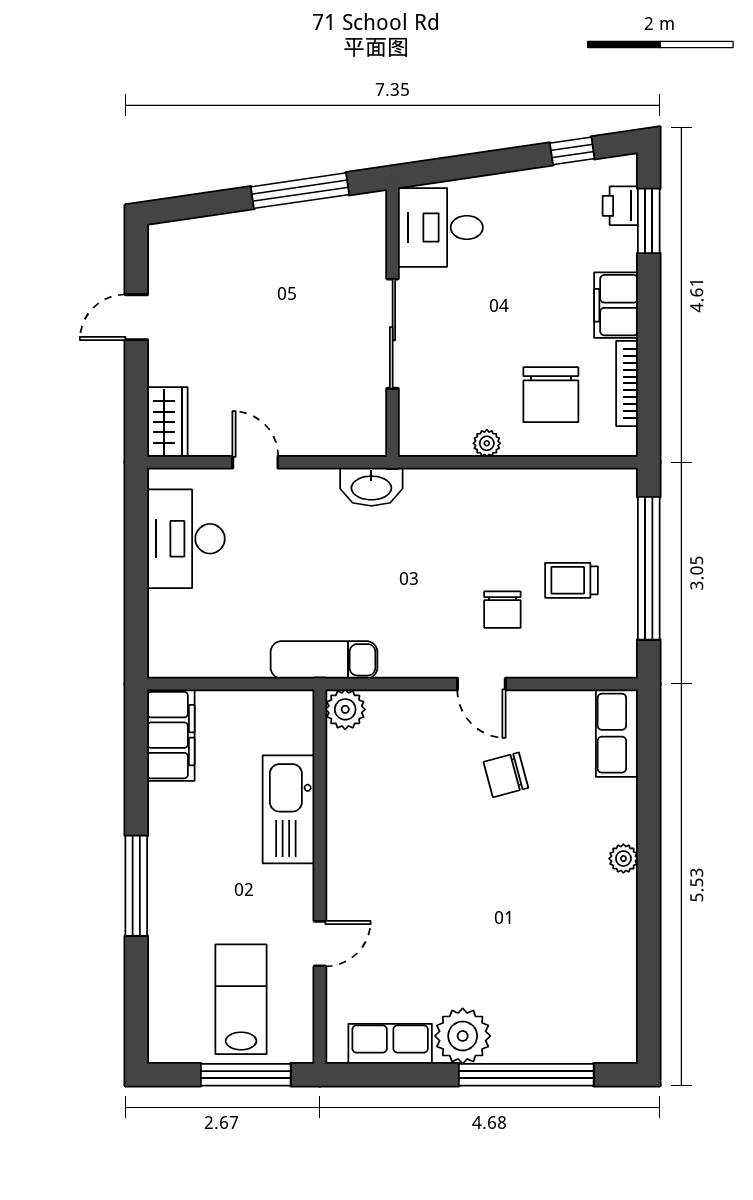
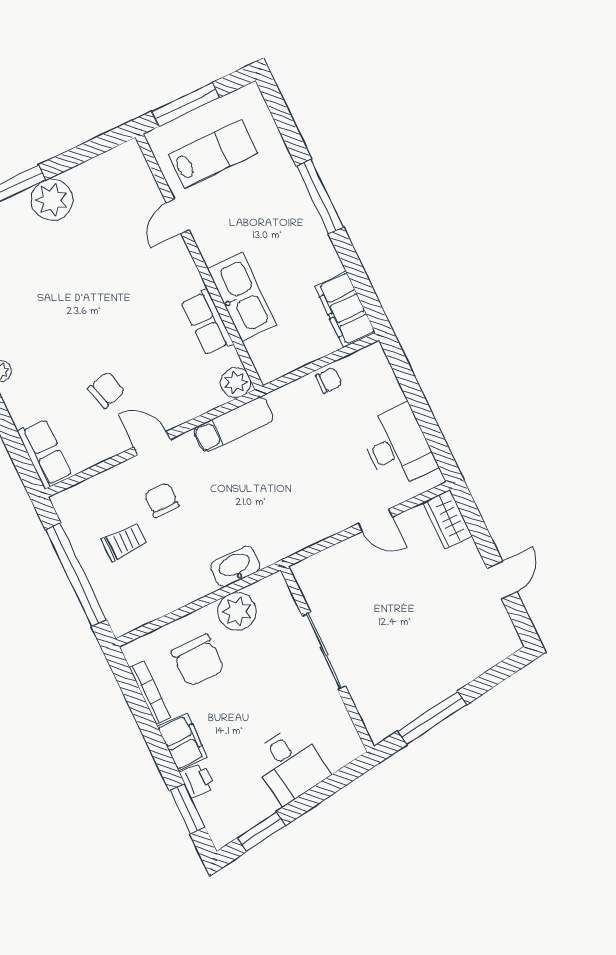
window: (572, 151) -> (261, 832), width x1.50
printer: (620, 206) -> (197, 780), moved
desk: (440, 227) -> (290, 765), moved, turned 82
chair: (551, 395) -> (198, 660), turned 180
plant: (487, 443) -> (237, 611), width x1.87, depth x1.87
washbasin: (371, 487) -> (235, 567), moved
chair: (231, 658) -> (329, 380), added
exam couch: (324, 660) -> (234, 424), moved
lab bench: (241, 999) -> (213, 154), turned -90
row of seats: (390, 1044) -> (207, 322), moved, turned 90

